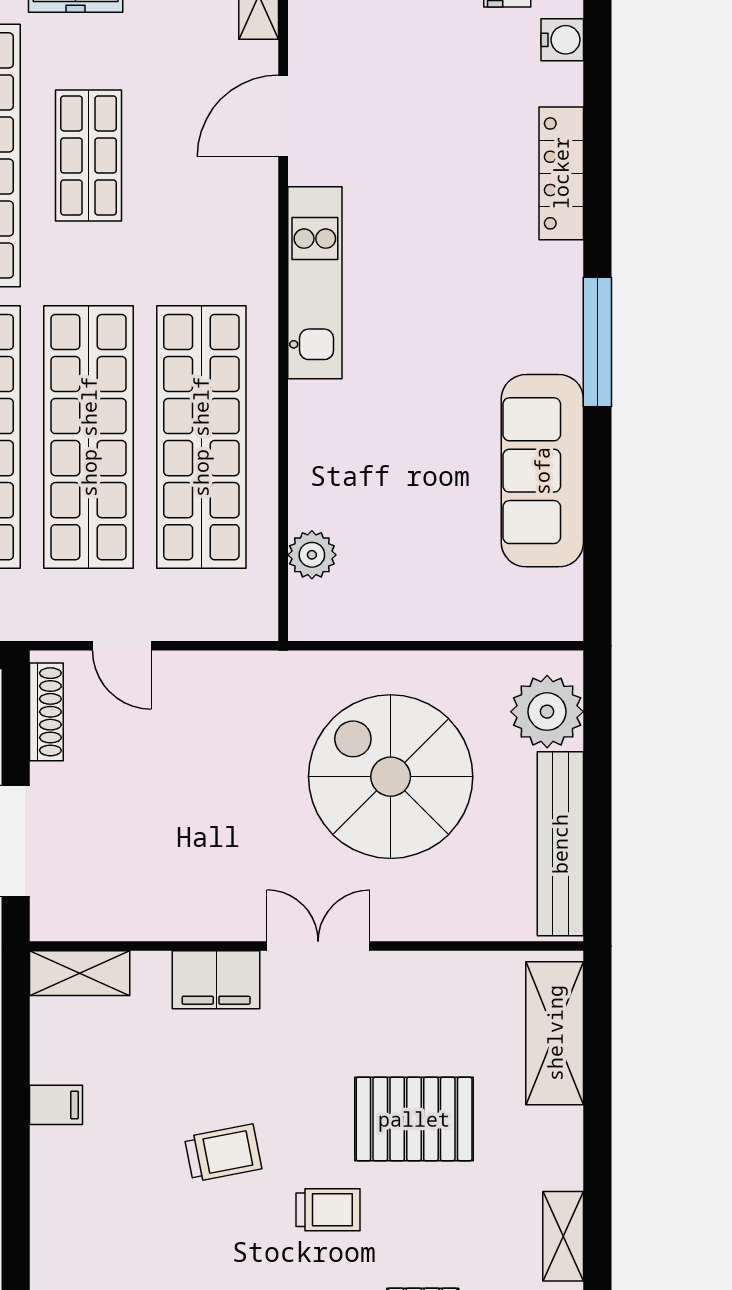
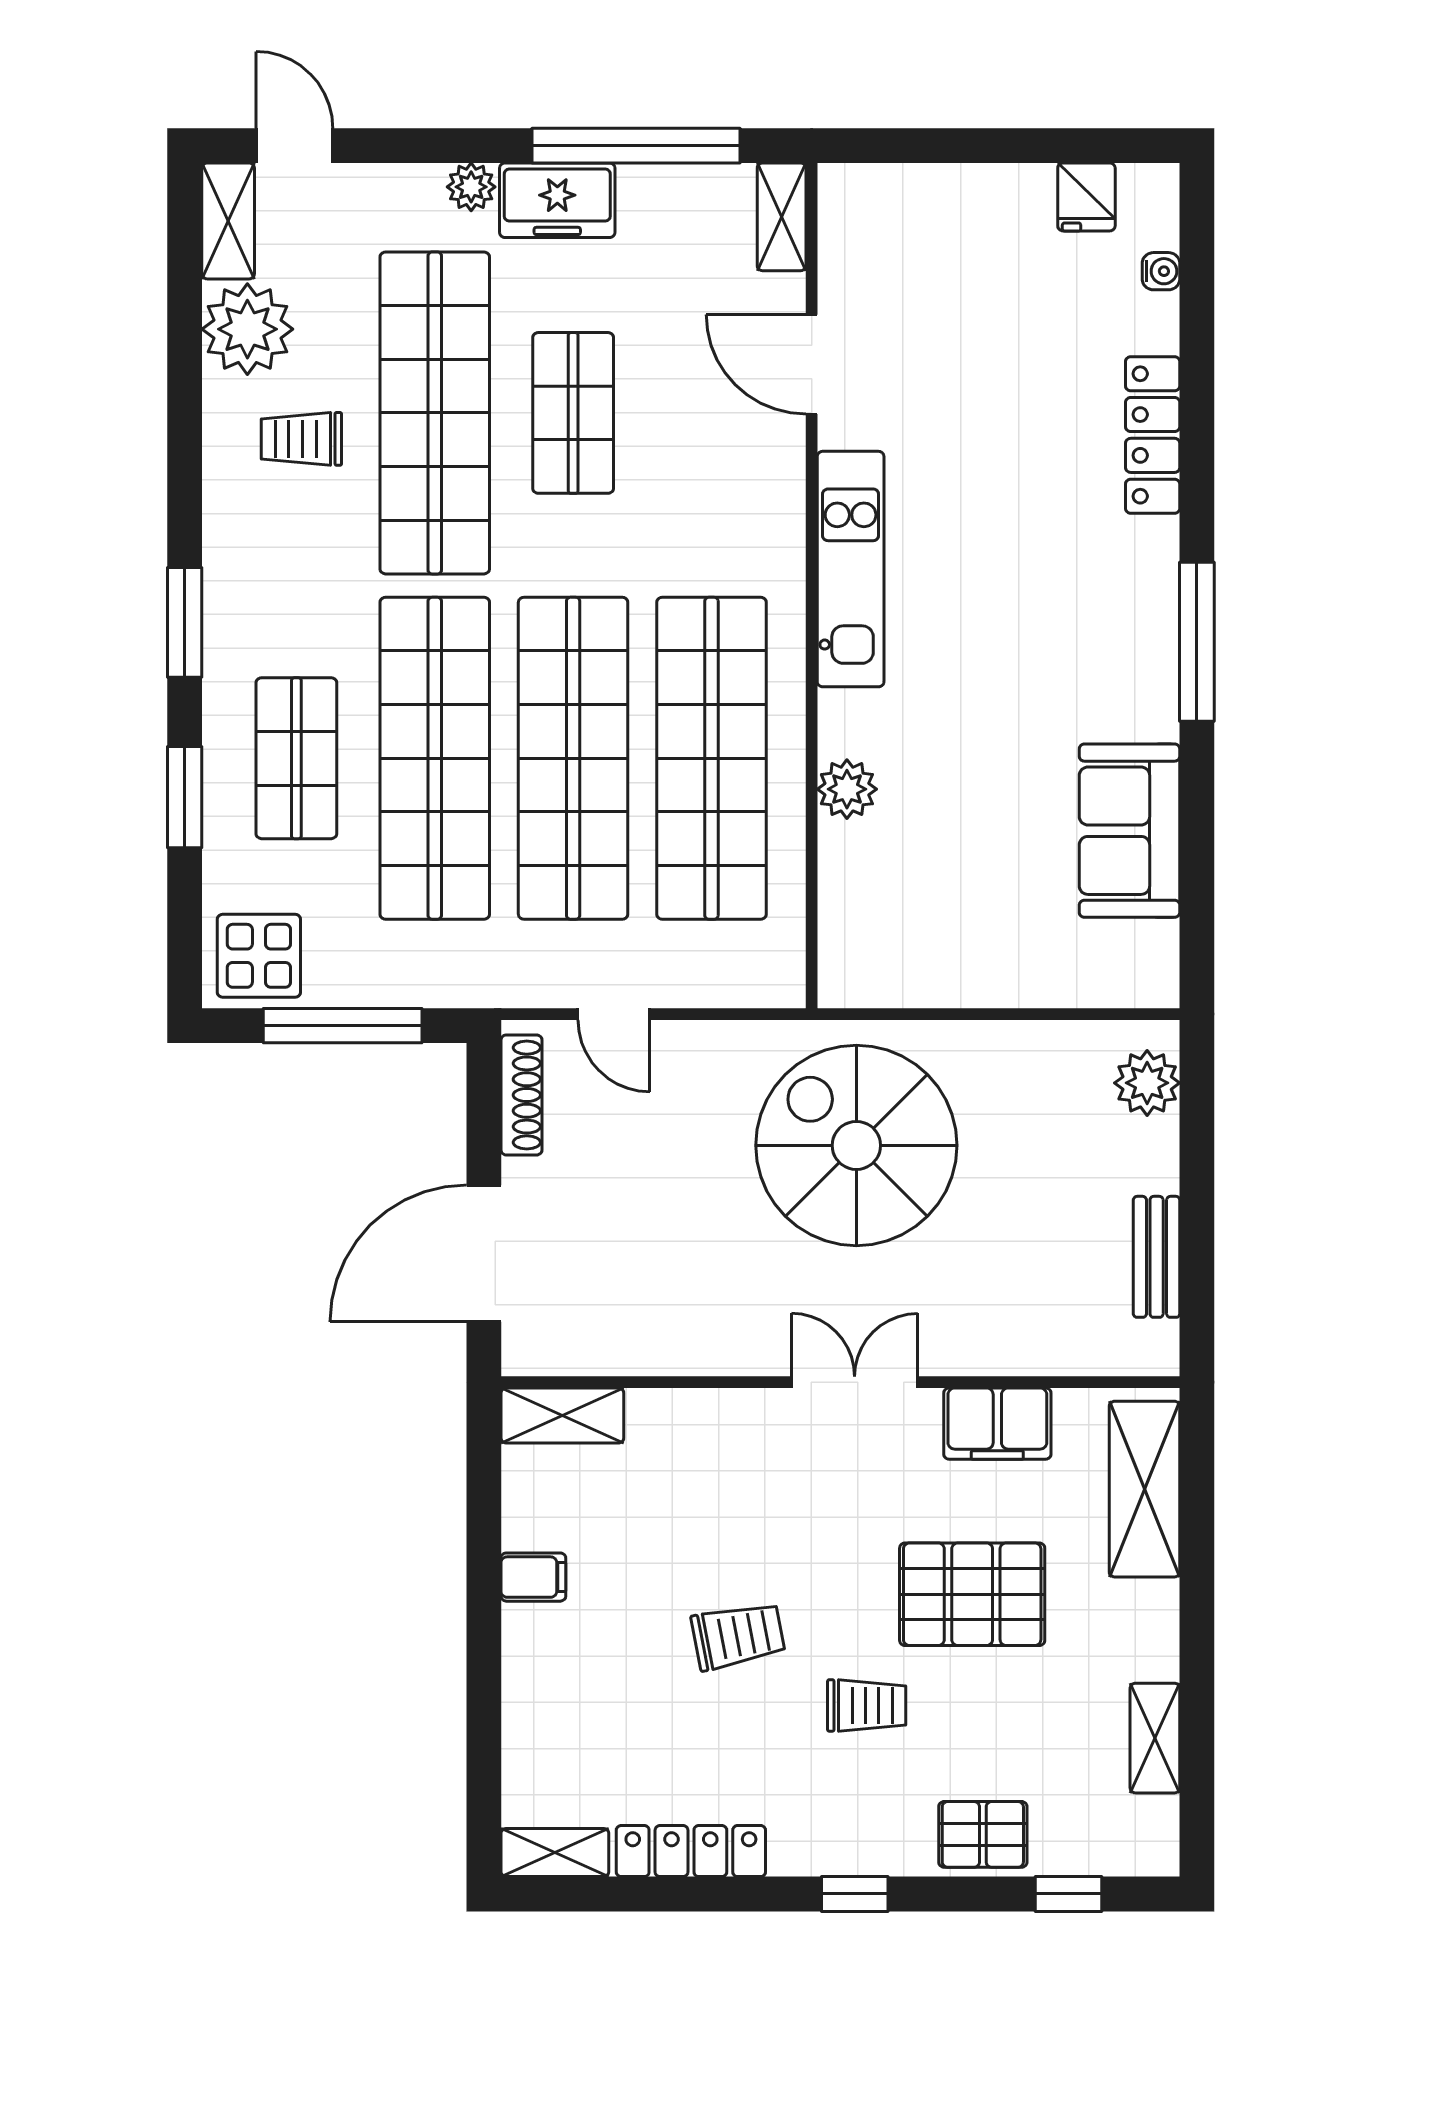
water cooler: (562, 40) -> (1161, 271), width x0.72, depth x0.72
door: (283, 116) -> (812, 364), hinge flipped
sofa: (542, 471) -> (1130, 831), width x0.73
plant: (312, 555) -> (847, 789), moved
plant: (547, 712) -> (1147, 1083), width x0.73, depth x0.73
spiral stairs: (391, 777) -> (856, 1145), moved
bench: (560, 844) -> (1157, 1257), width x0.54, depth x0.82
filing cabinet: (216, 980) -> (997, 1424), moved

